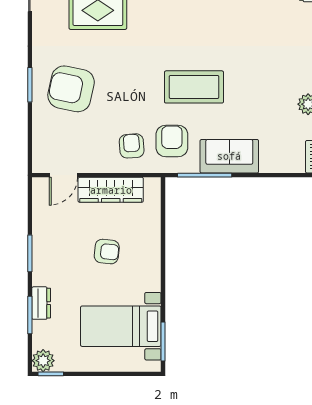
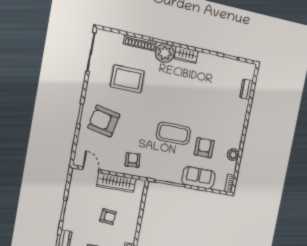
armchair: (172, 141) -> (204, 148), moved
sofa: (229, 156) -> (198, 178), moved
door: (63, 175) -> (91, 170), swing flipped

